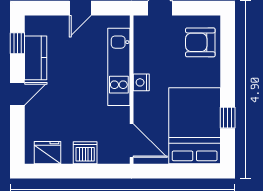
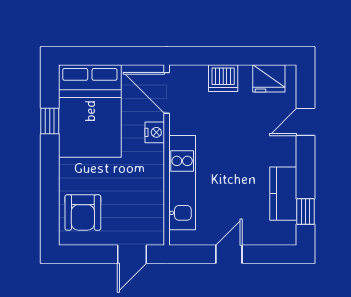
armchair: (200, 42) -> (83, 212), turned 90
nightstand: (141, 82) -> (155, 132), moved
door: (17, 94) -> (305, 122), moved

